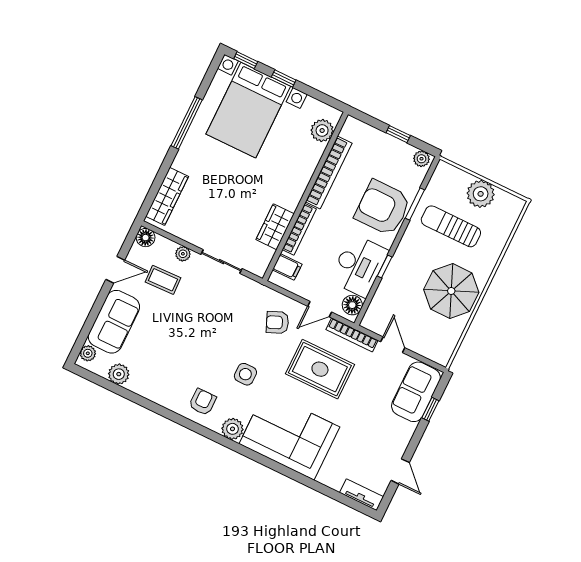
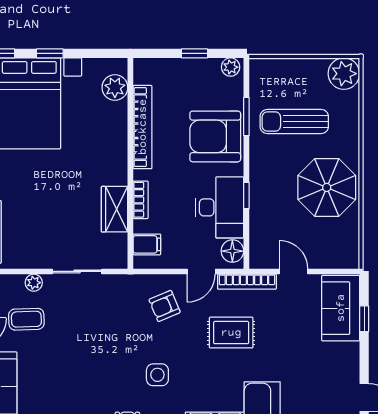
plant: (481, 194) -> (344, 74), moved
bookcase: (299, 229) -> (141, 200), width x0.64
rug: (320, 369) -> (231, 333), width x0.73, depth x0.70

